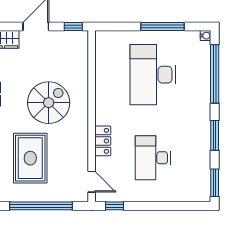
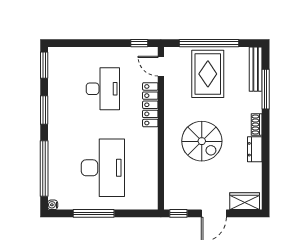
spiral stairs: (49, 103) -> (202, 141), turned -90
locker: (103, 141) -> (150, 105), width x1.53
rug: (30, 158) -> (208, 74), moved

